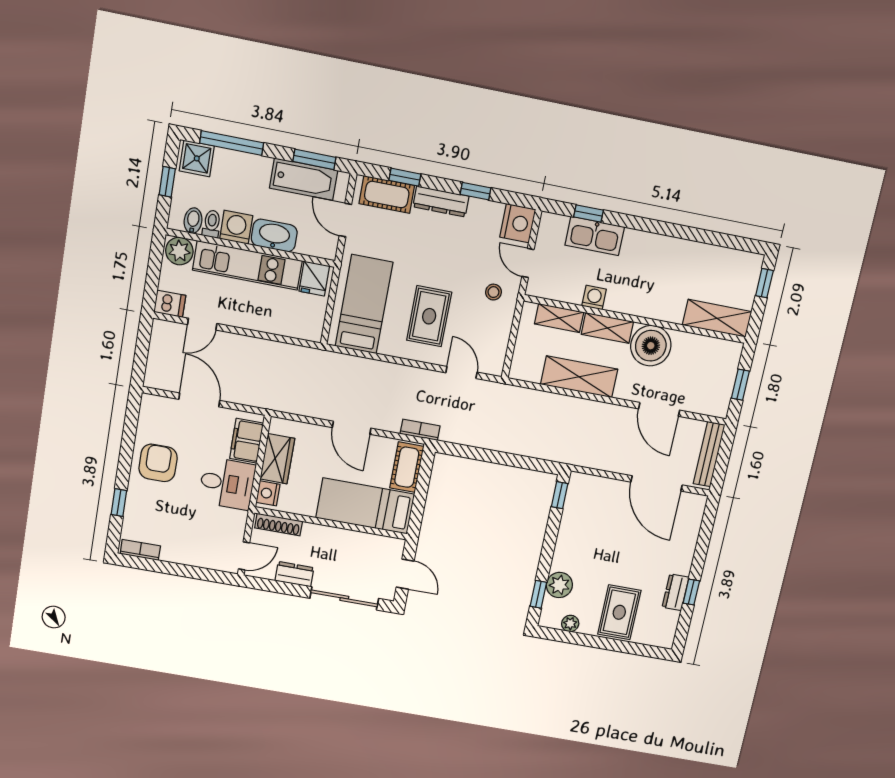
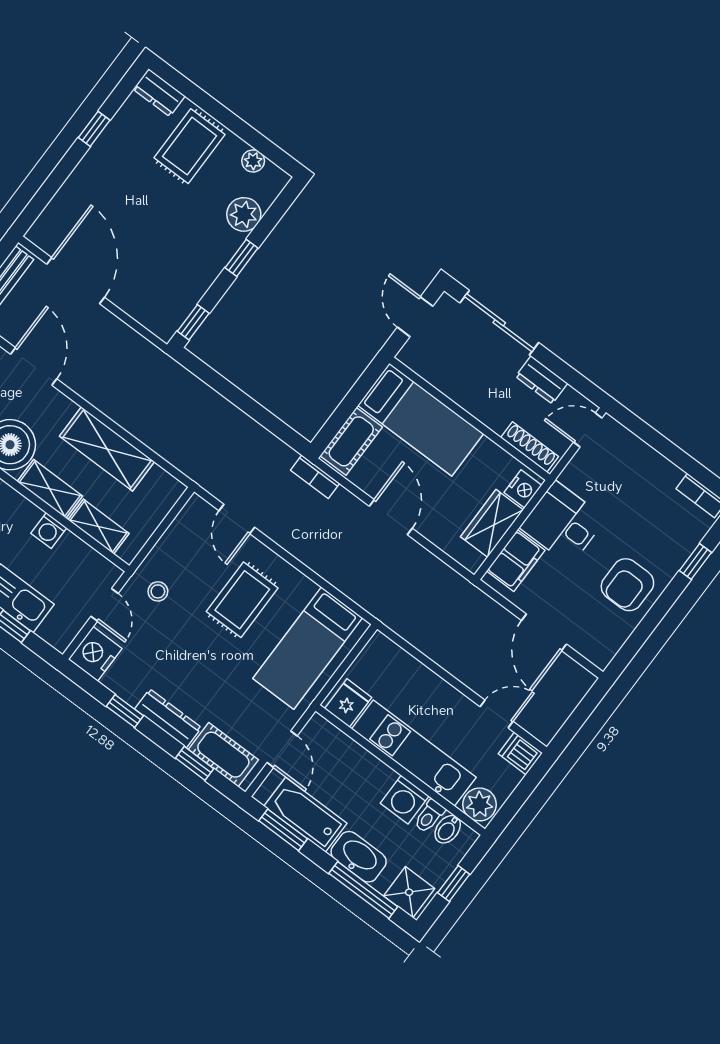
washbasin: (274, 235) -> (359, 857), moved, turned 180
dresser: (675, 592) -> (159, 93), moved, turned 90
window: (538, 594) -> (242, 258), moved

